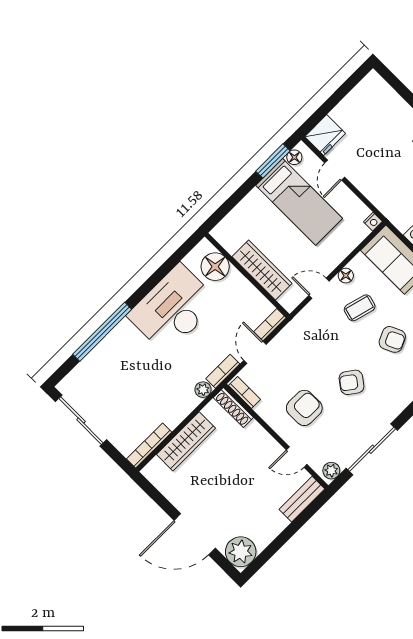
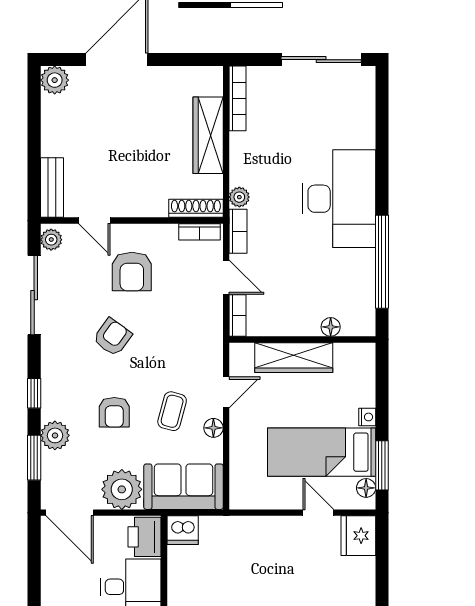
nightstand: (373, 222) -> (367, 417), moved, turned 180
floor lamp: (215, 267) -> (331, 327), width x0.53, depth x0.53
desk: (173, 309) -> (339, 199), moved
window: (102, 332) -> (382, 262), moved
armchair: (392, 339) -> (114, 412), turned -65
door: (297, 457) -> (94, 221), swing flipped
plant: (241, 552) -> (55, 80), width x0.73, depth x0.73

